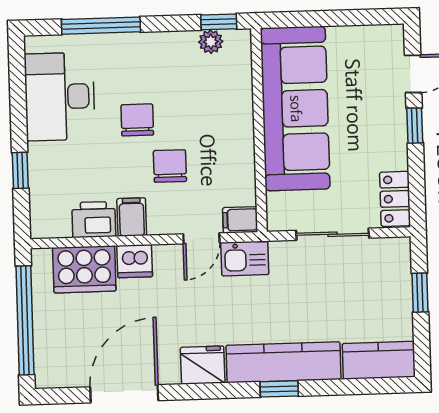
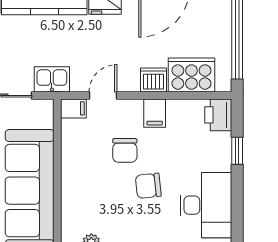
chair: (137, 120) -> (148, 186), turned 84
printer: (94, 220) -> (218, 115), moved, turned 90
kitchen sink: (245, 258) -> (52, 79), moved

